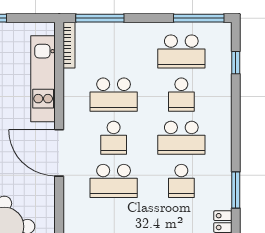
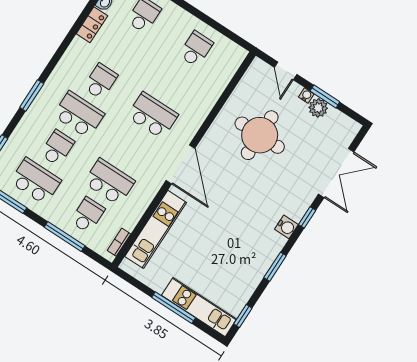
window: (100, 18) -> (65, 237), moved
bookcase: (69, 45) -> (119, 242), width x0.64
school desk: (114, 138) -> (88, 215), moved
window: (236, 190) -> (32, 95), moved

